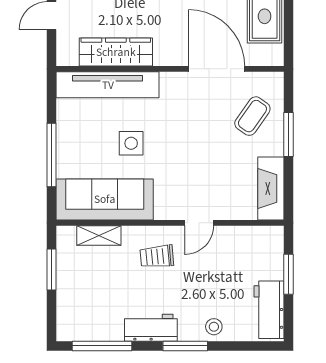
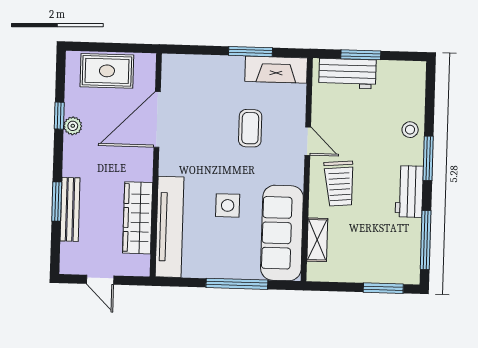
coffee table: (252, 116) -> (250, 128), moved, turned 55
window: (289, 134) -> (251, 52), moved
trolley: (157, 256) -> (339, 184), width x1.36, depth x1.39
window: (52, 270) -> (383, 288), moved
workbench: (269, 310) -> (348, 74), moved

